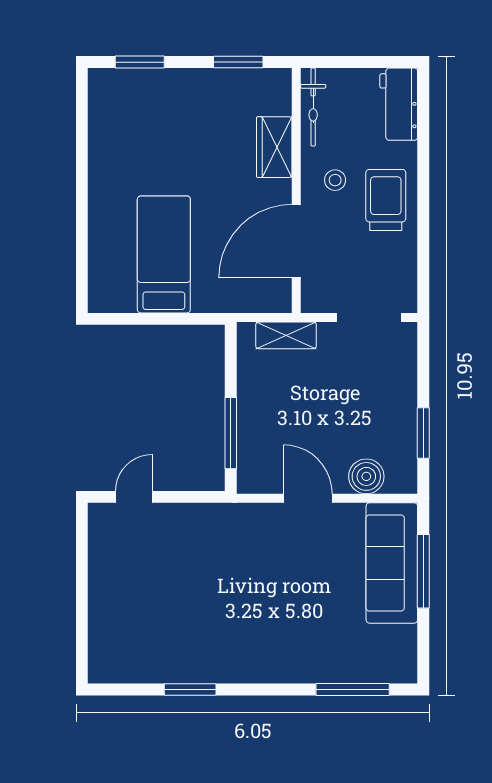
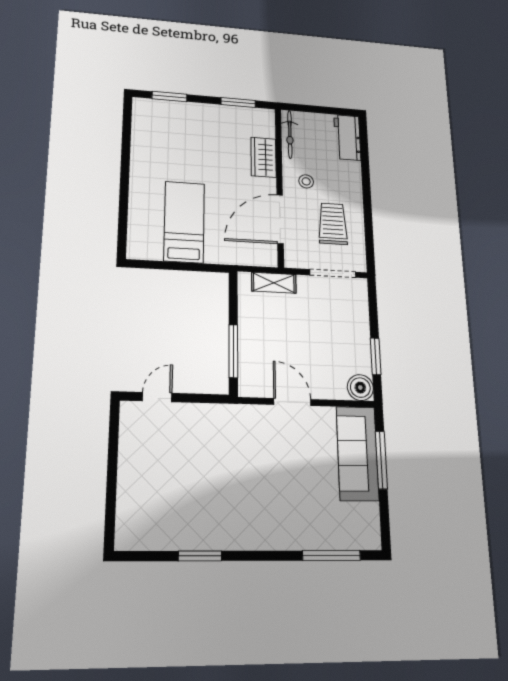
trolley: (386, 200) -> (333, 224), moved
boiler: (366, 476) -> (360, 388), moved

